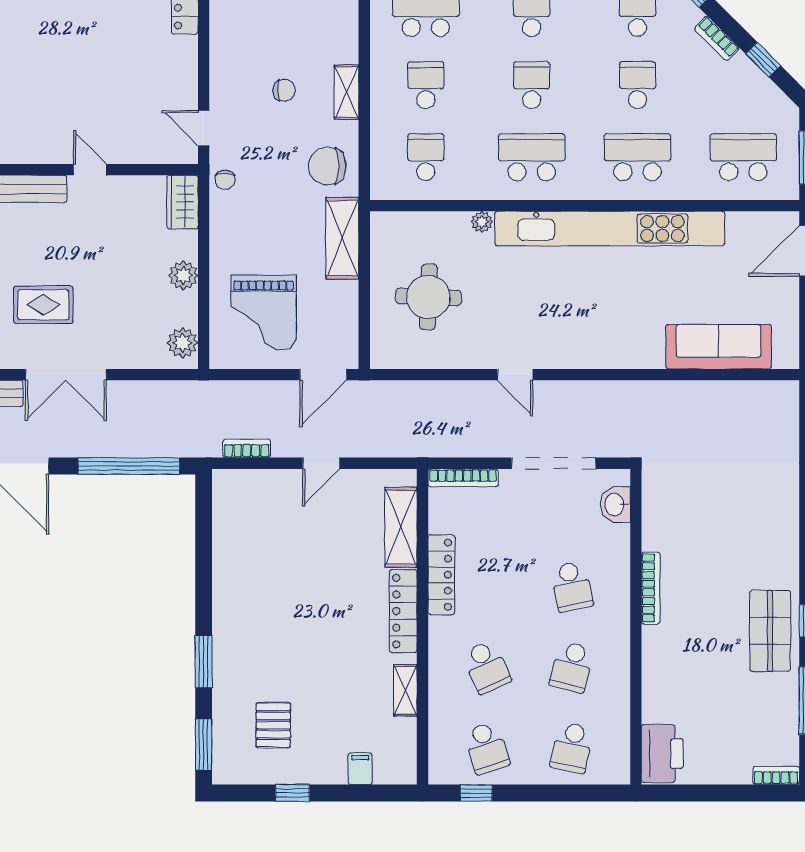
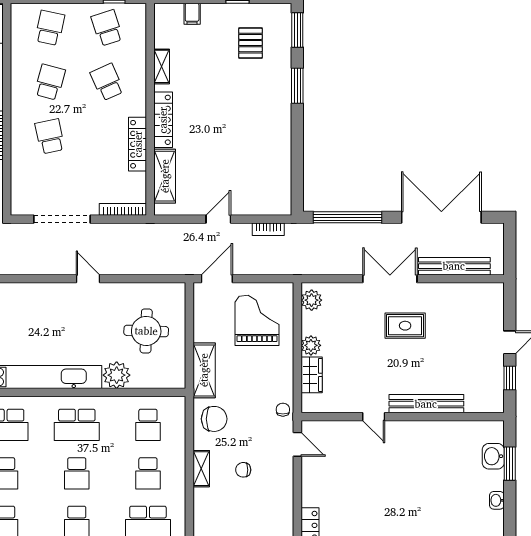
wardrobe: (182, 202) -> (312, 375), moved
plant: (482, 222) -> (117, 375), width x1.88, depth x1.88
washbasin: (615, 504) -> (21, 191), removed

